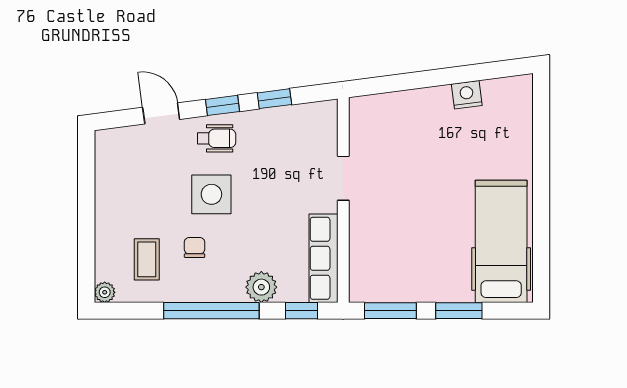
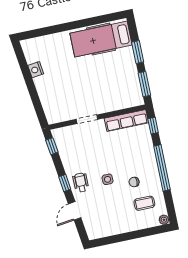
window: (274, 99) -> (52, 146), moved
side table: (211, 194) -> (108, 179), width x0.54, depth x0.54
plant: (261, 287) -> (146, 147), removed

